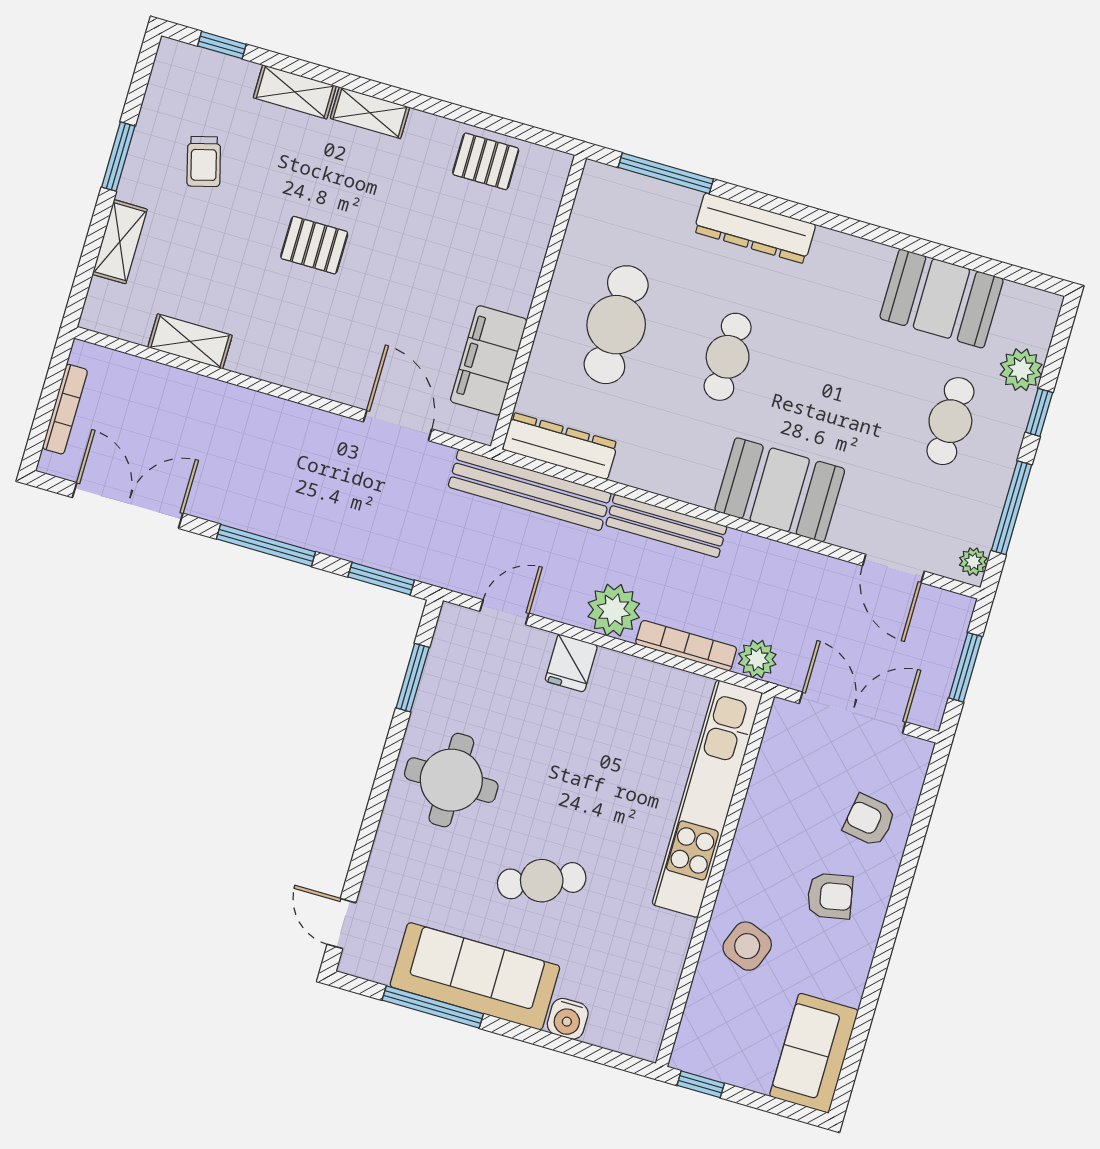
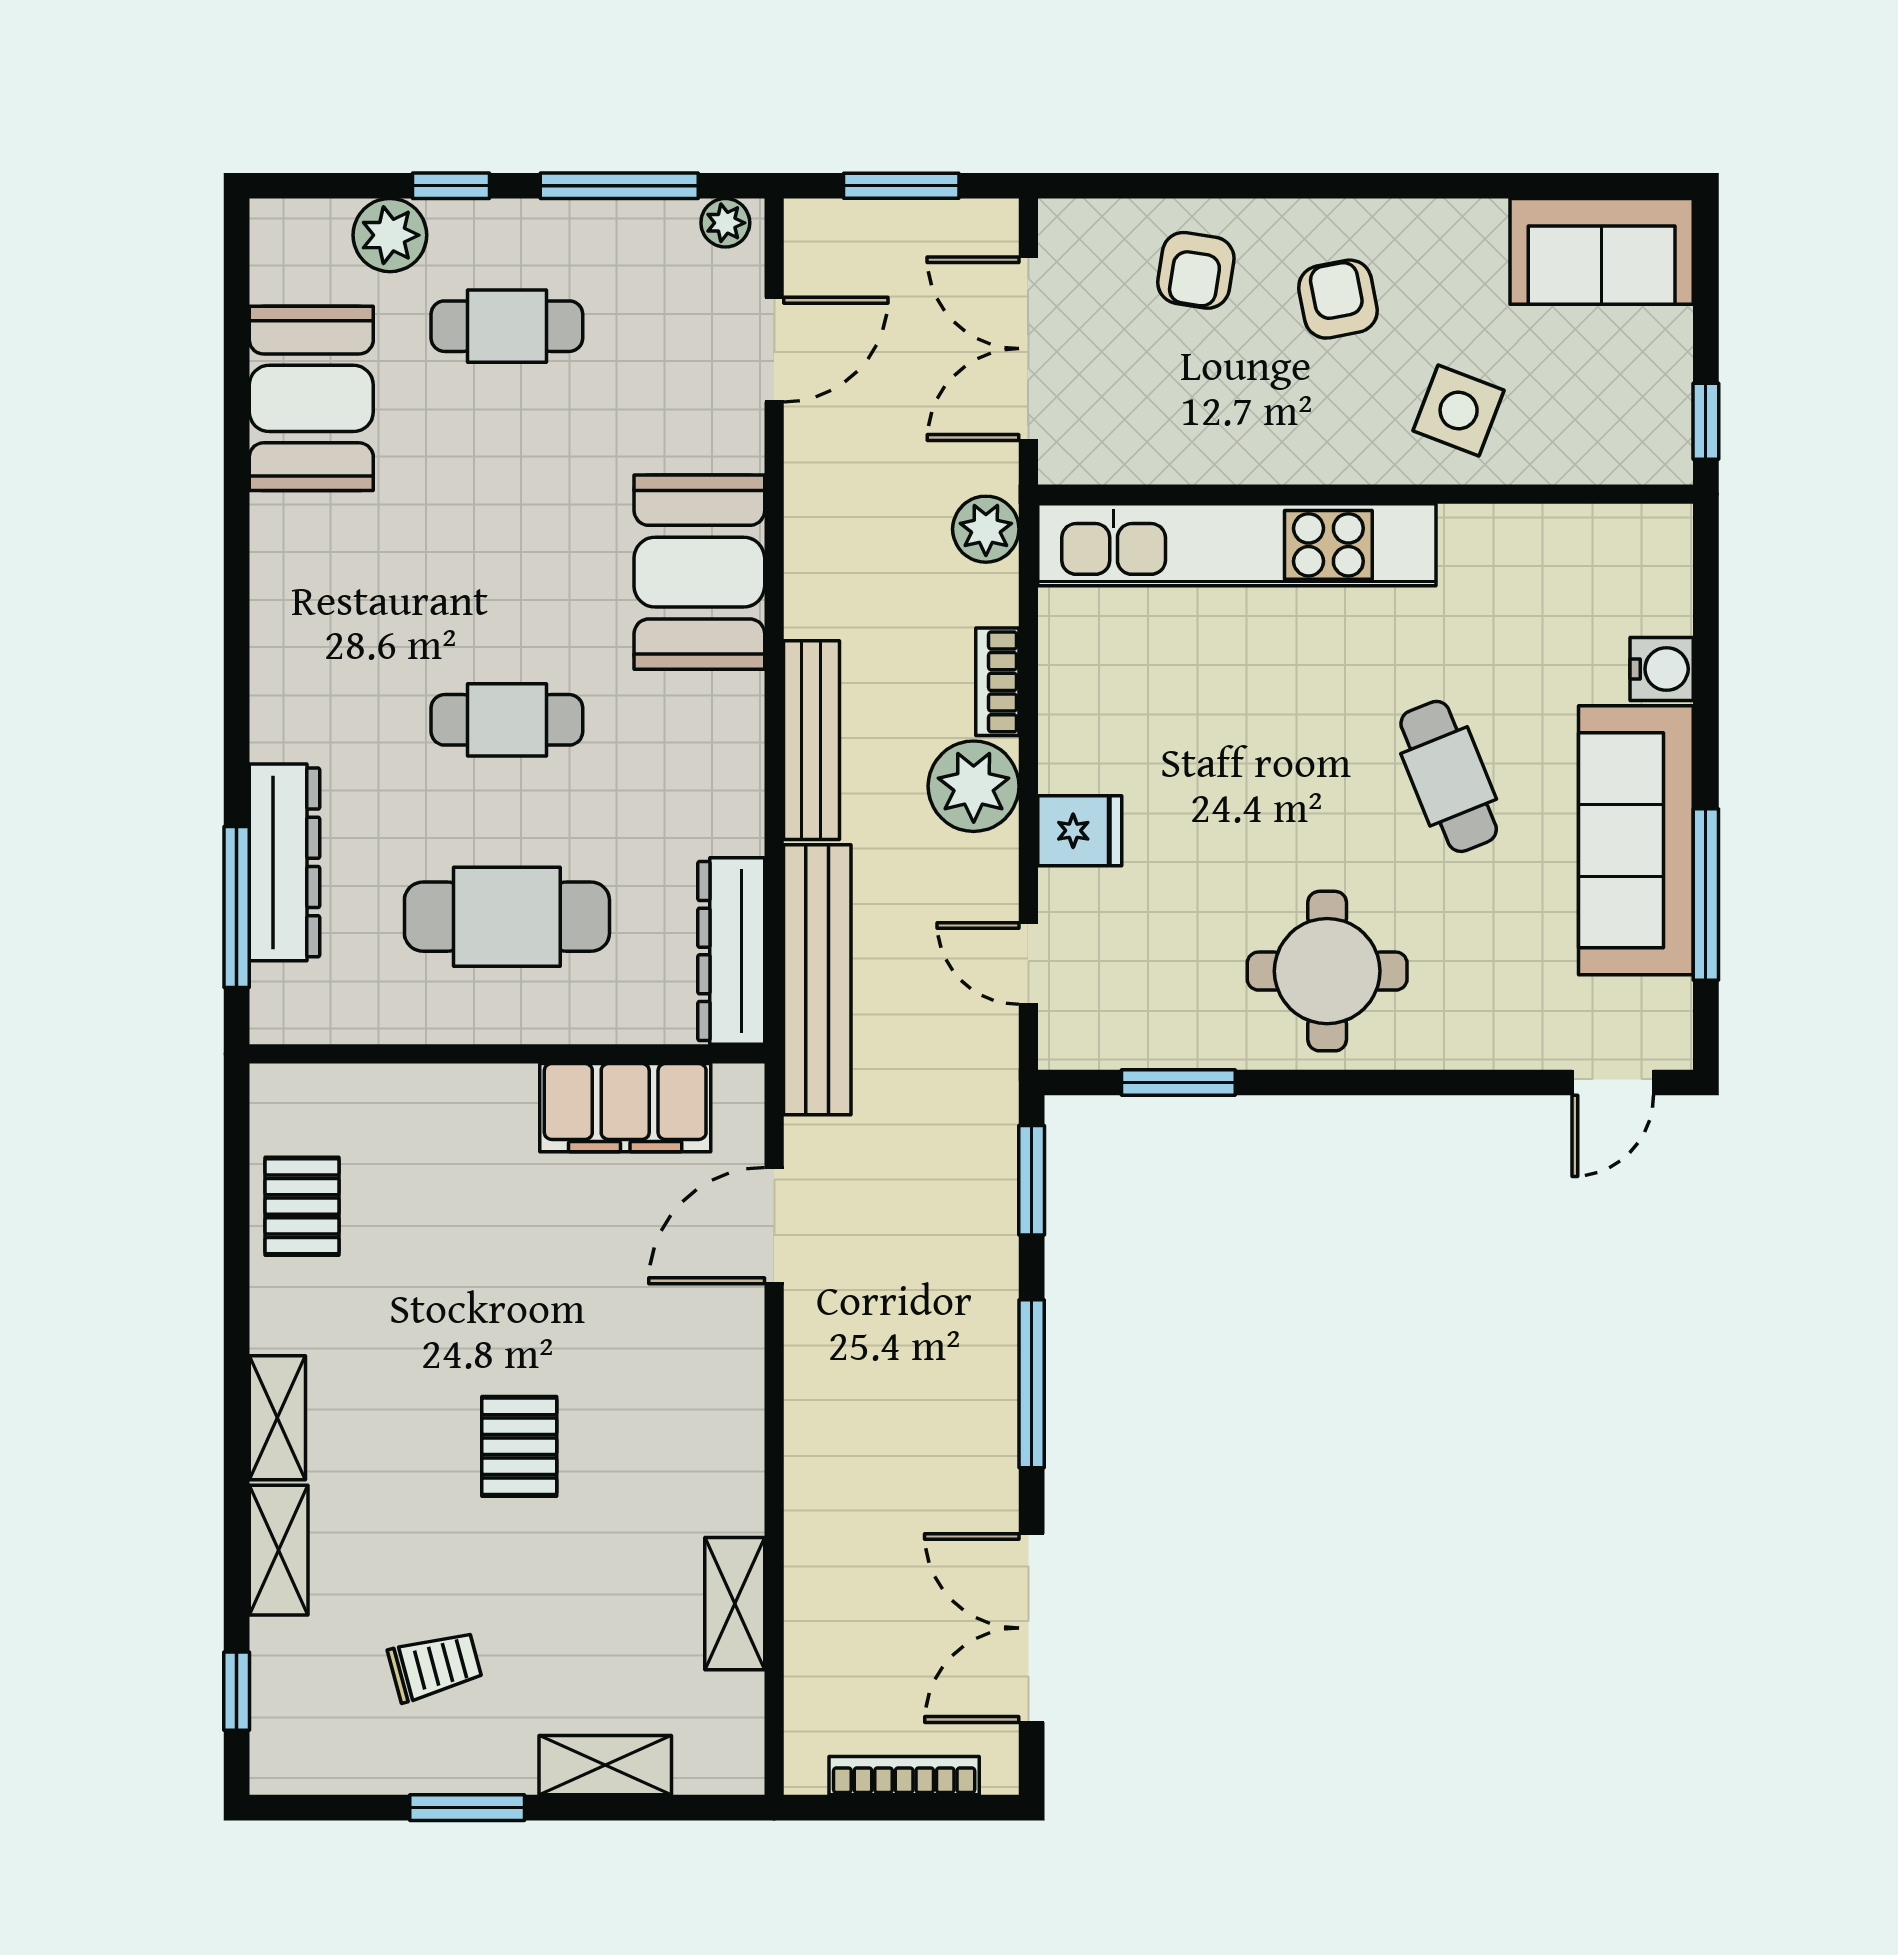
dresser: (755, 228) -> (284, 862), moved
bookcase: (686, 646) -> (997, 682), width x0.64

